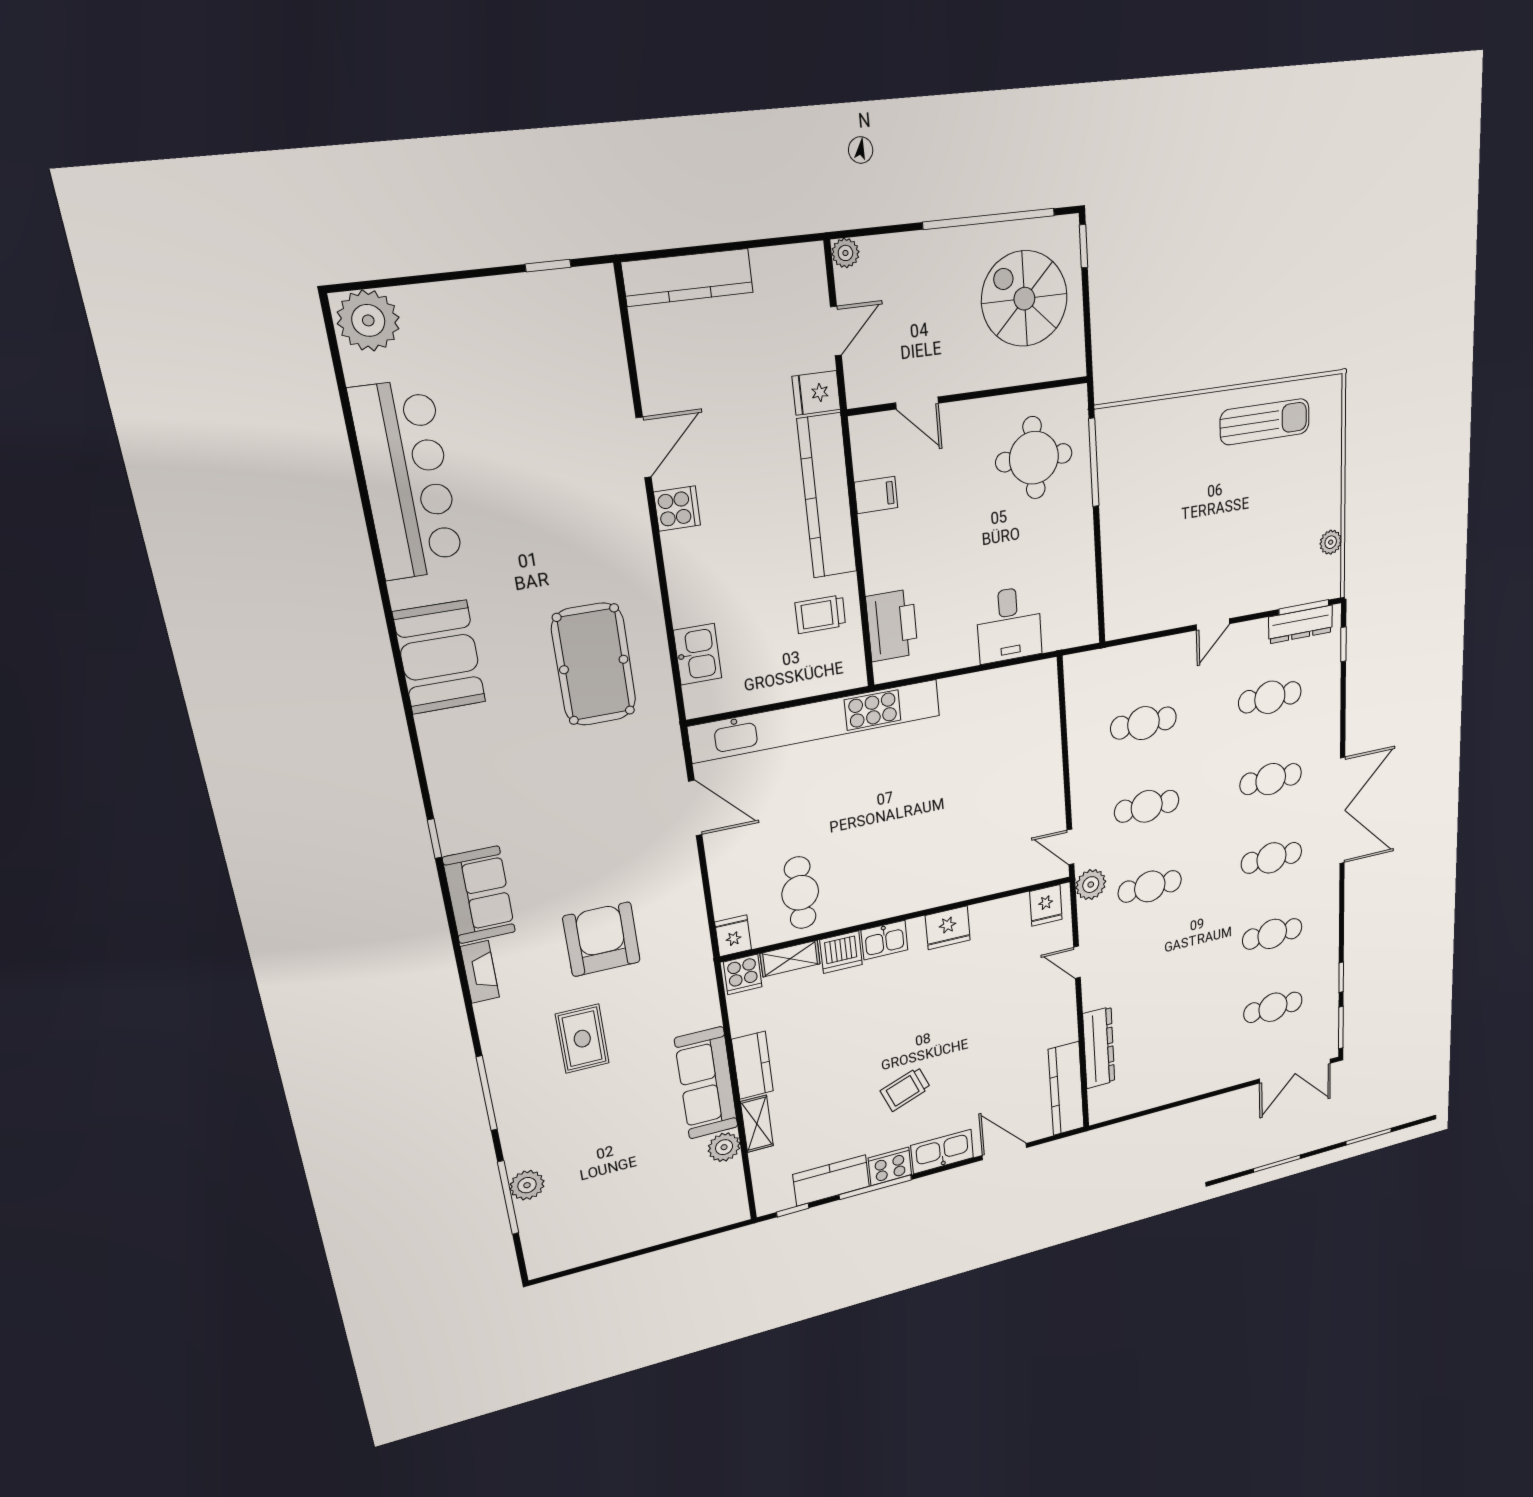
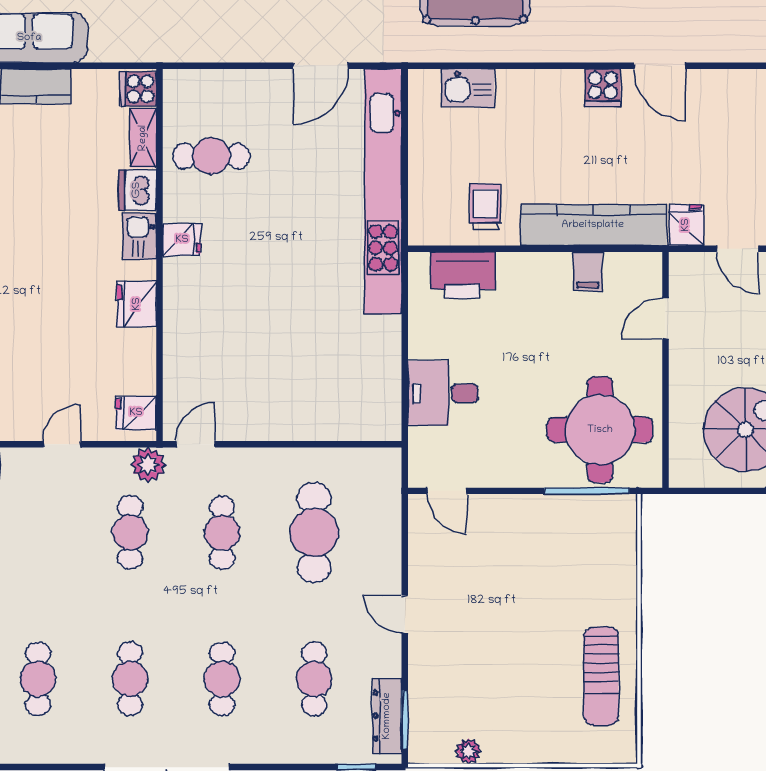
round table: (1034, 458) -> (600, 430), width x1.36, depth x1.36
door: (1100, 604) -> (447, 491), added
cafe table: (1143, 723) -> (314, 533), width x1.37, depth x1.35
fridge: (733, 936) -> (182, 240), moved

